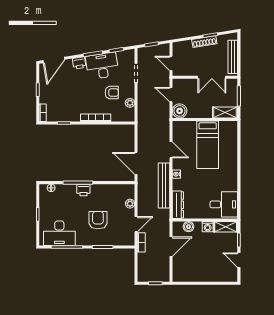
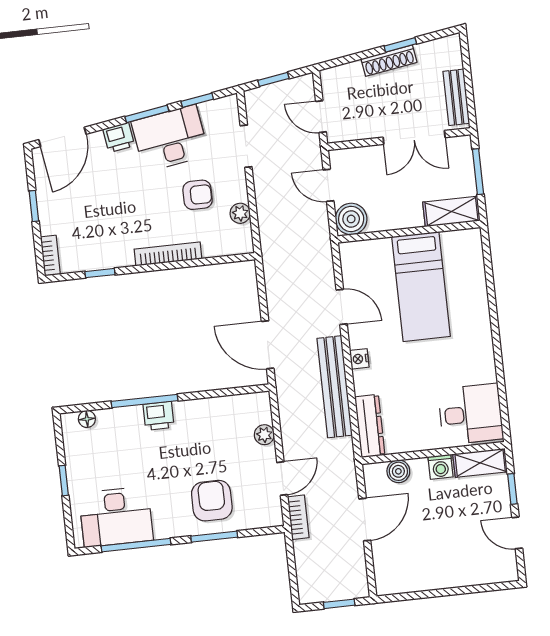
bench: (233, 57) -> (456, 97), width x0.73
armchair: (98, 220) -> (212, 501), moved

